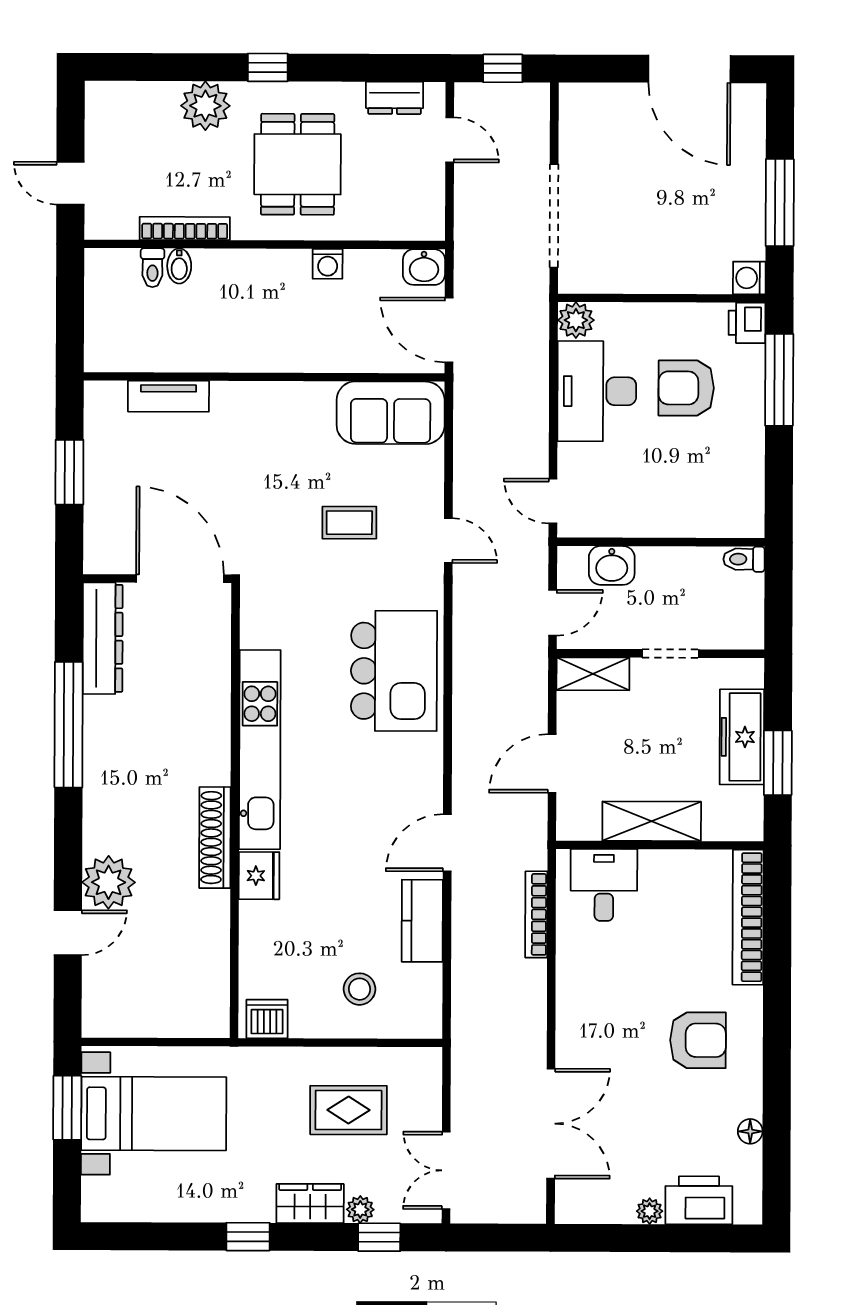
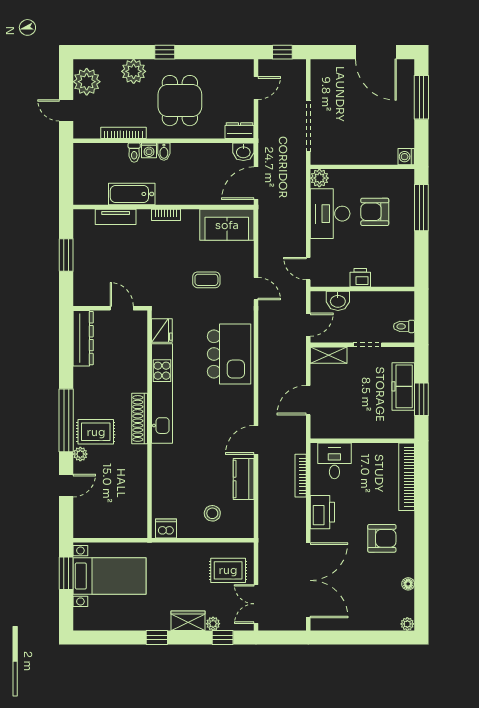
dresser: (395, 98) -> (240, 131), moved, turned 180
plant: (112, 126) -> (87, 82), added
door: (450, 140) -> (256, 88), hinge flipped
window: (780, 203) -> (421, 97), moved
washing machine: (328, 264) -> (149, 150), moved
bidet: (179, 266) -> (164, 152), moved
toilet: (152, 268) -> (134, 153), moved
printer: (747, 323) -> (360, 278), moved, turned 90
door: (449, 330) -> (256, 183), hinge flipped
bathtub: (201, 351) -> (132, 194), added
bookcase: (269, 392) -> (166, 215), added
toilet: (744, 559) -> (404, 326), moved
door: (180, 579) -> (122, 308), width x0.53
window: (69, 725) -> (66, 420), moved
shelving: (652, 821) -> (358, 429), removed
rug: (127, 825) -> (96, 432), added
shoe rack: (215, 838) -> (140, 418), moved
fridge: (259, 876) -> (162, 331), moved
plant: (109, 882) -> (80, 454), width x0.53, depth x0.53
rug: (349, 1110) -> (228, 570), moved
double door: (551, 1124) -> (308, 580), width x1.36
printer: (699, 1200) -> (322, 512), moved, turned 90
plant: (650, 1211) -> (407, 624), moved

